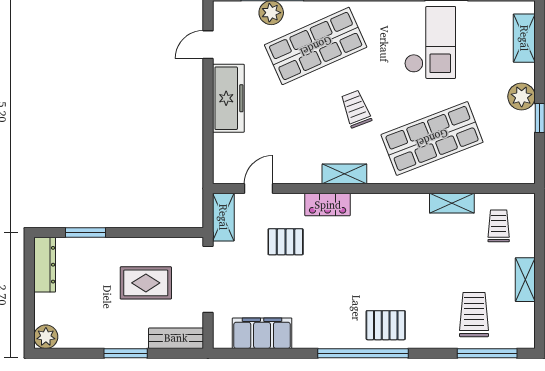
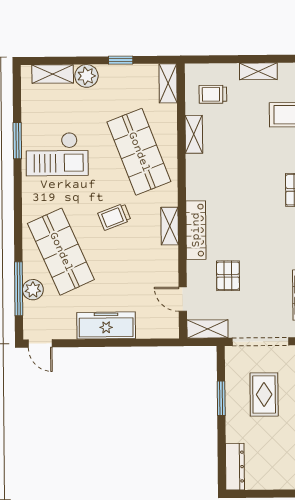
checkout: (430, 42) -> (57, 154), turned 180
door: (208, 45) -> (40, 343), moved
plant: (522, 97) -> (86, 76), moved
shelving: (512, 173) -> (168, 83), added
locker: (328, 205) -> (196, 230), width x1.53
window: (86, 233) -> (221, 398), moved
dresser: (45, 265) -> (235, 467), moved, turned 90

